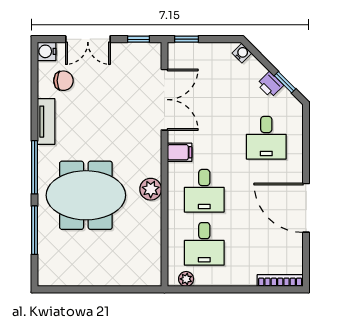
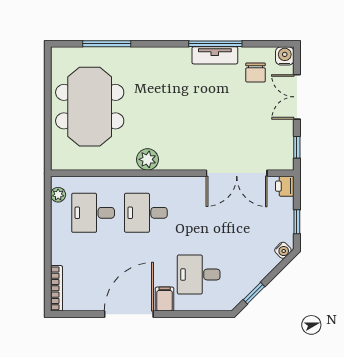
window: (186, 39) -> (297, 222), moved
printer: (270, 85) -> (285, 186), moved, turned -45
filing cabinet: (180, 152) -> (165, 299), moved, turned 180
window: (35, 167) -> (215, 44), moved
meeting table: (86, 195) -> (90, 107), moved

